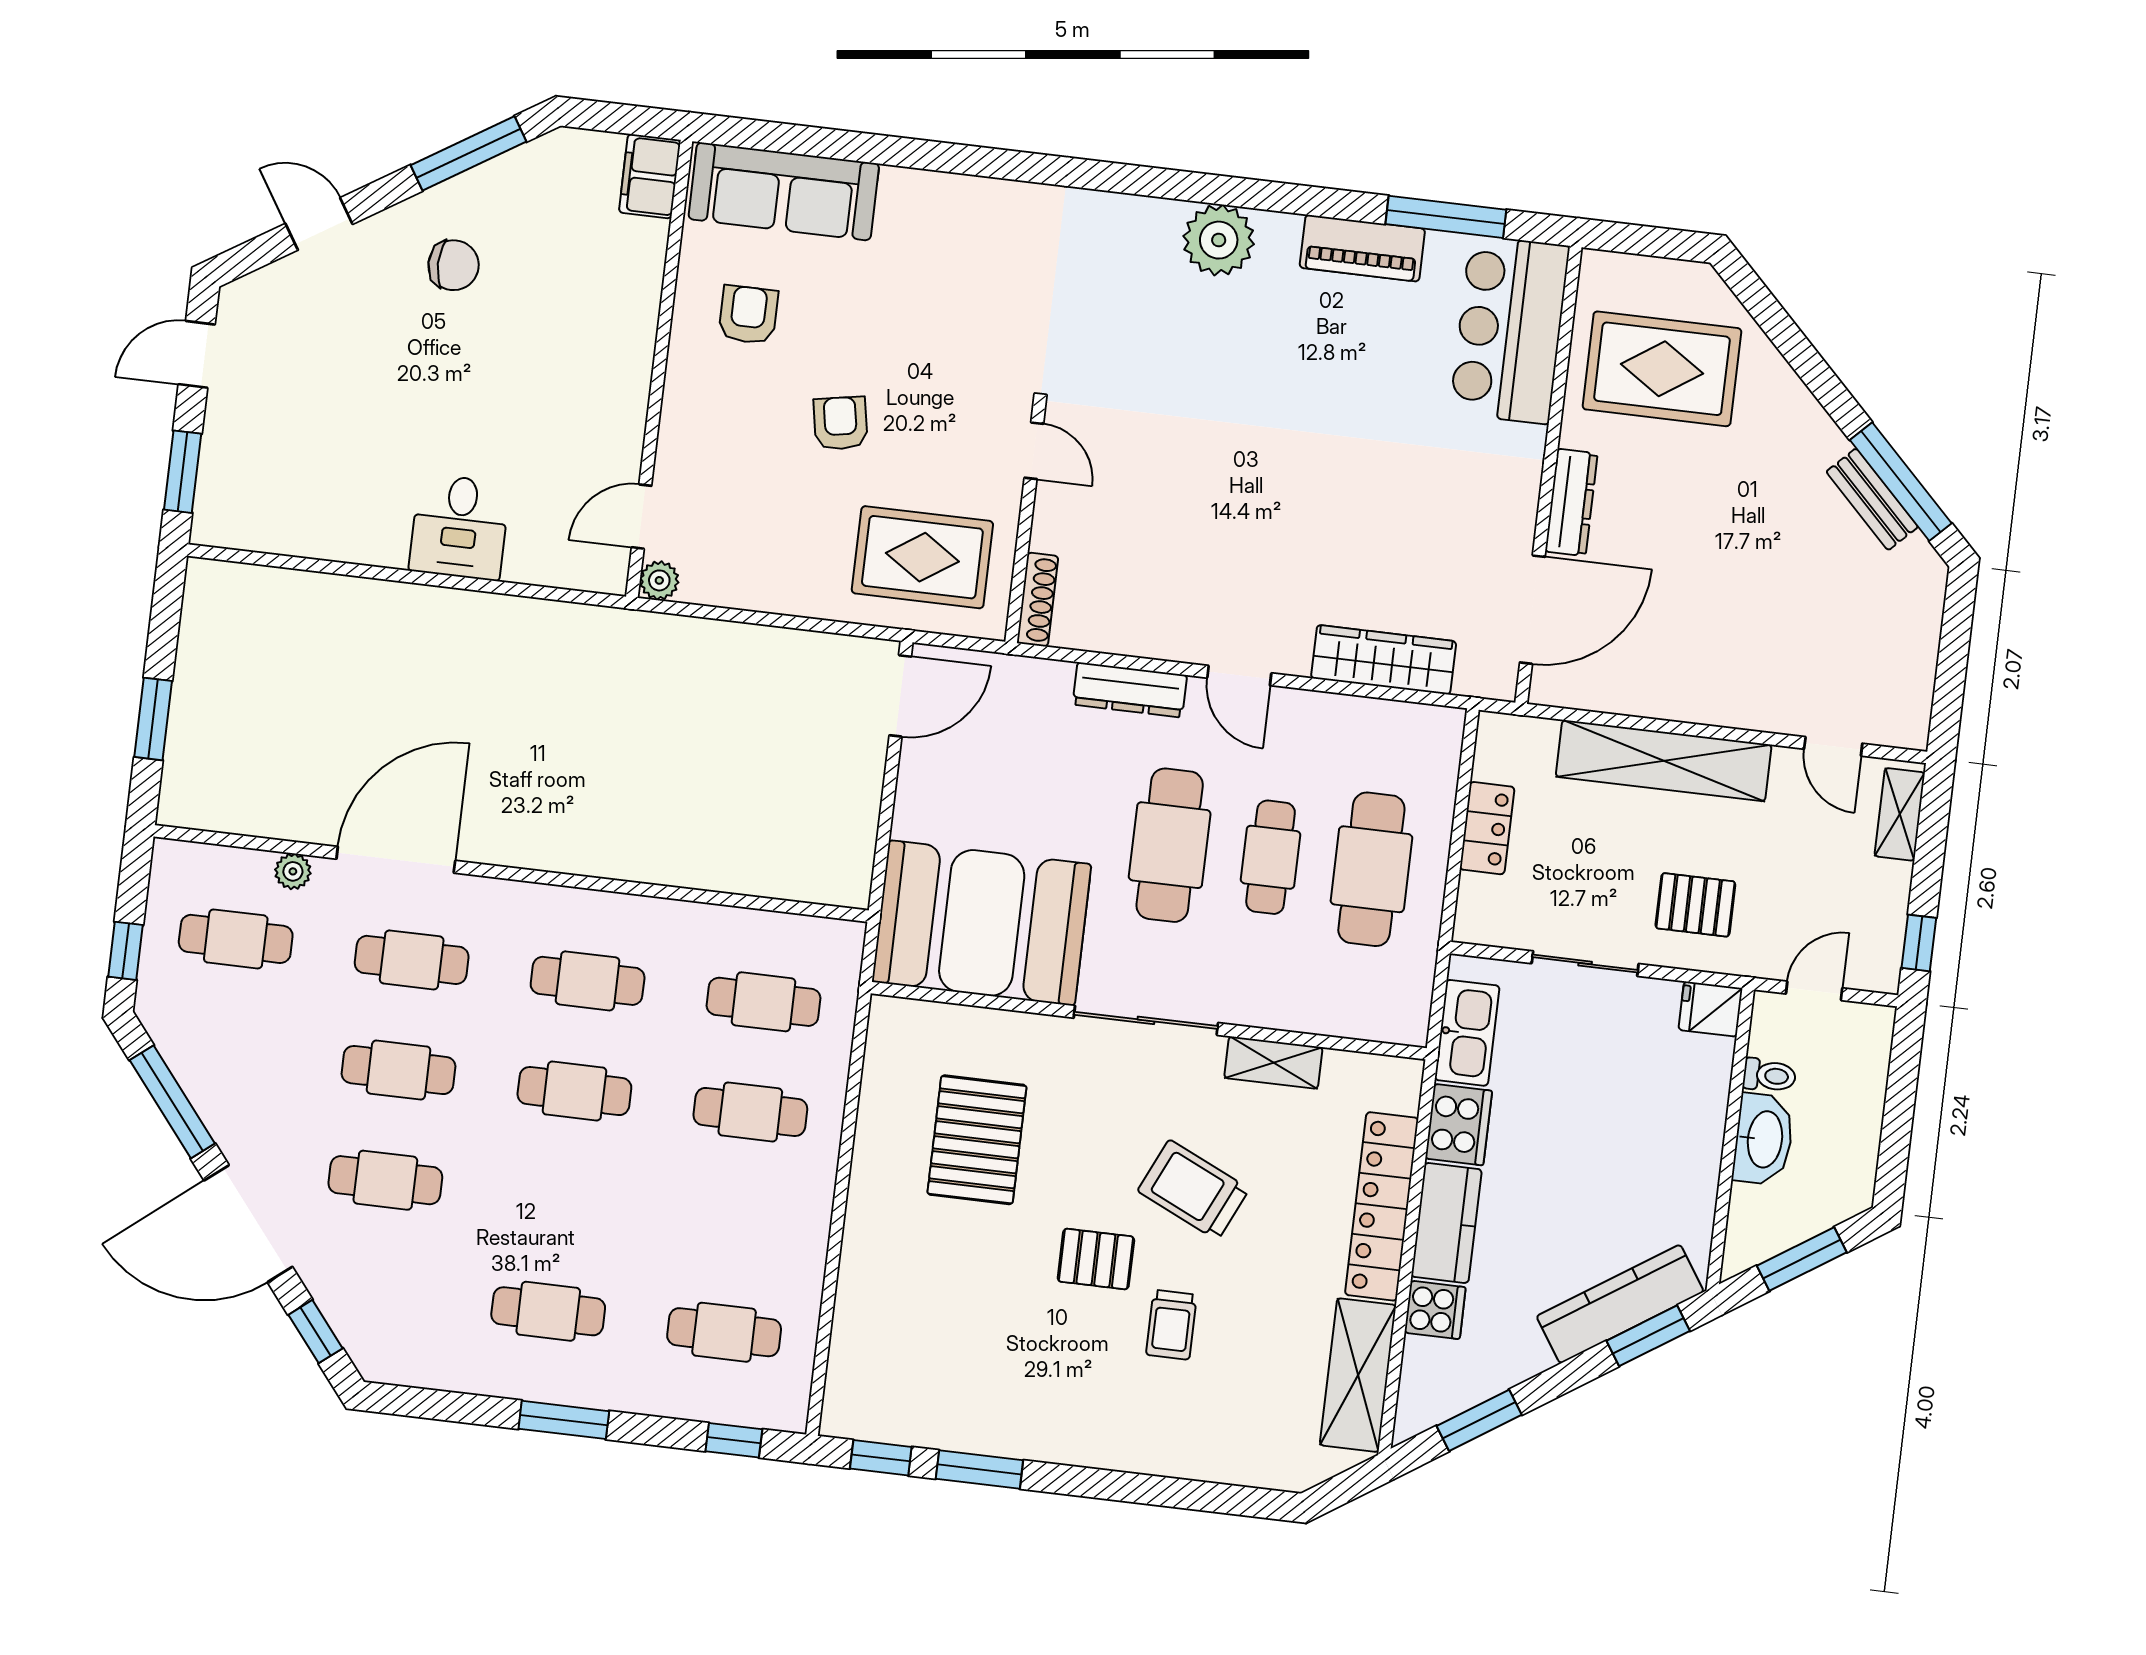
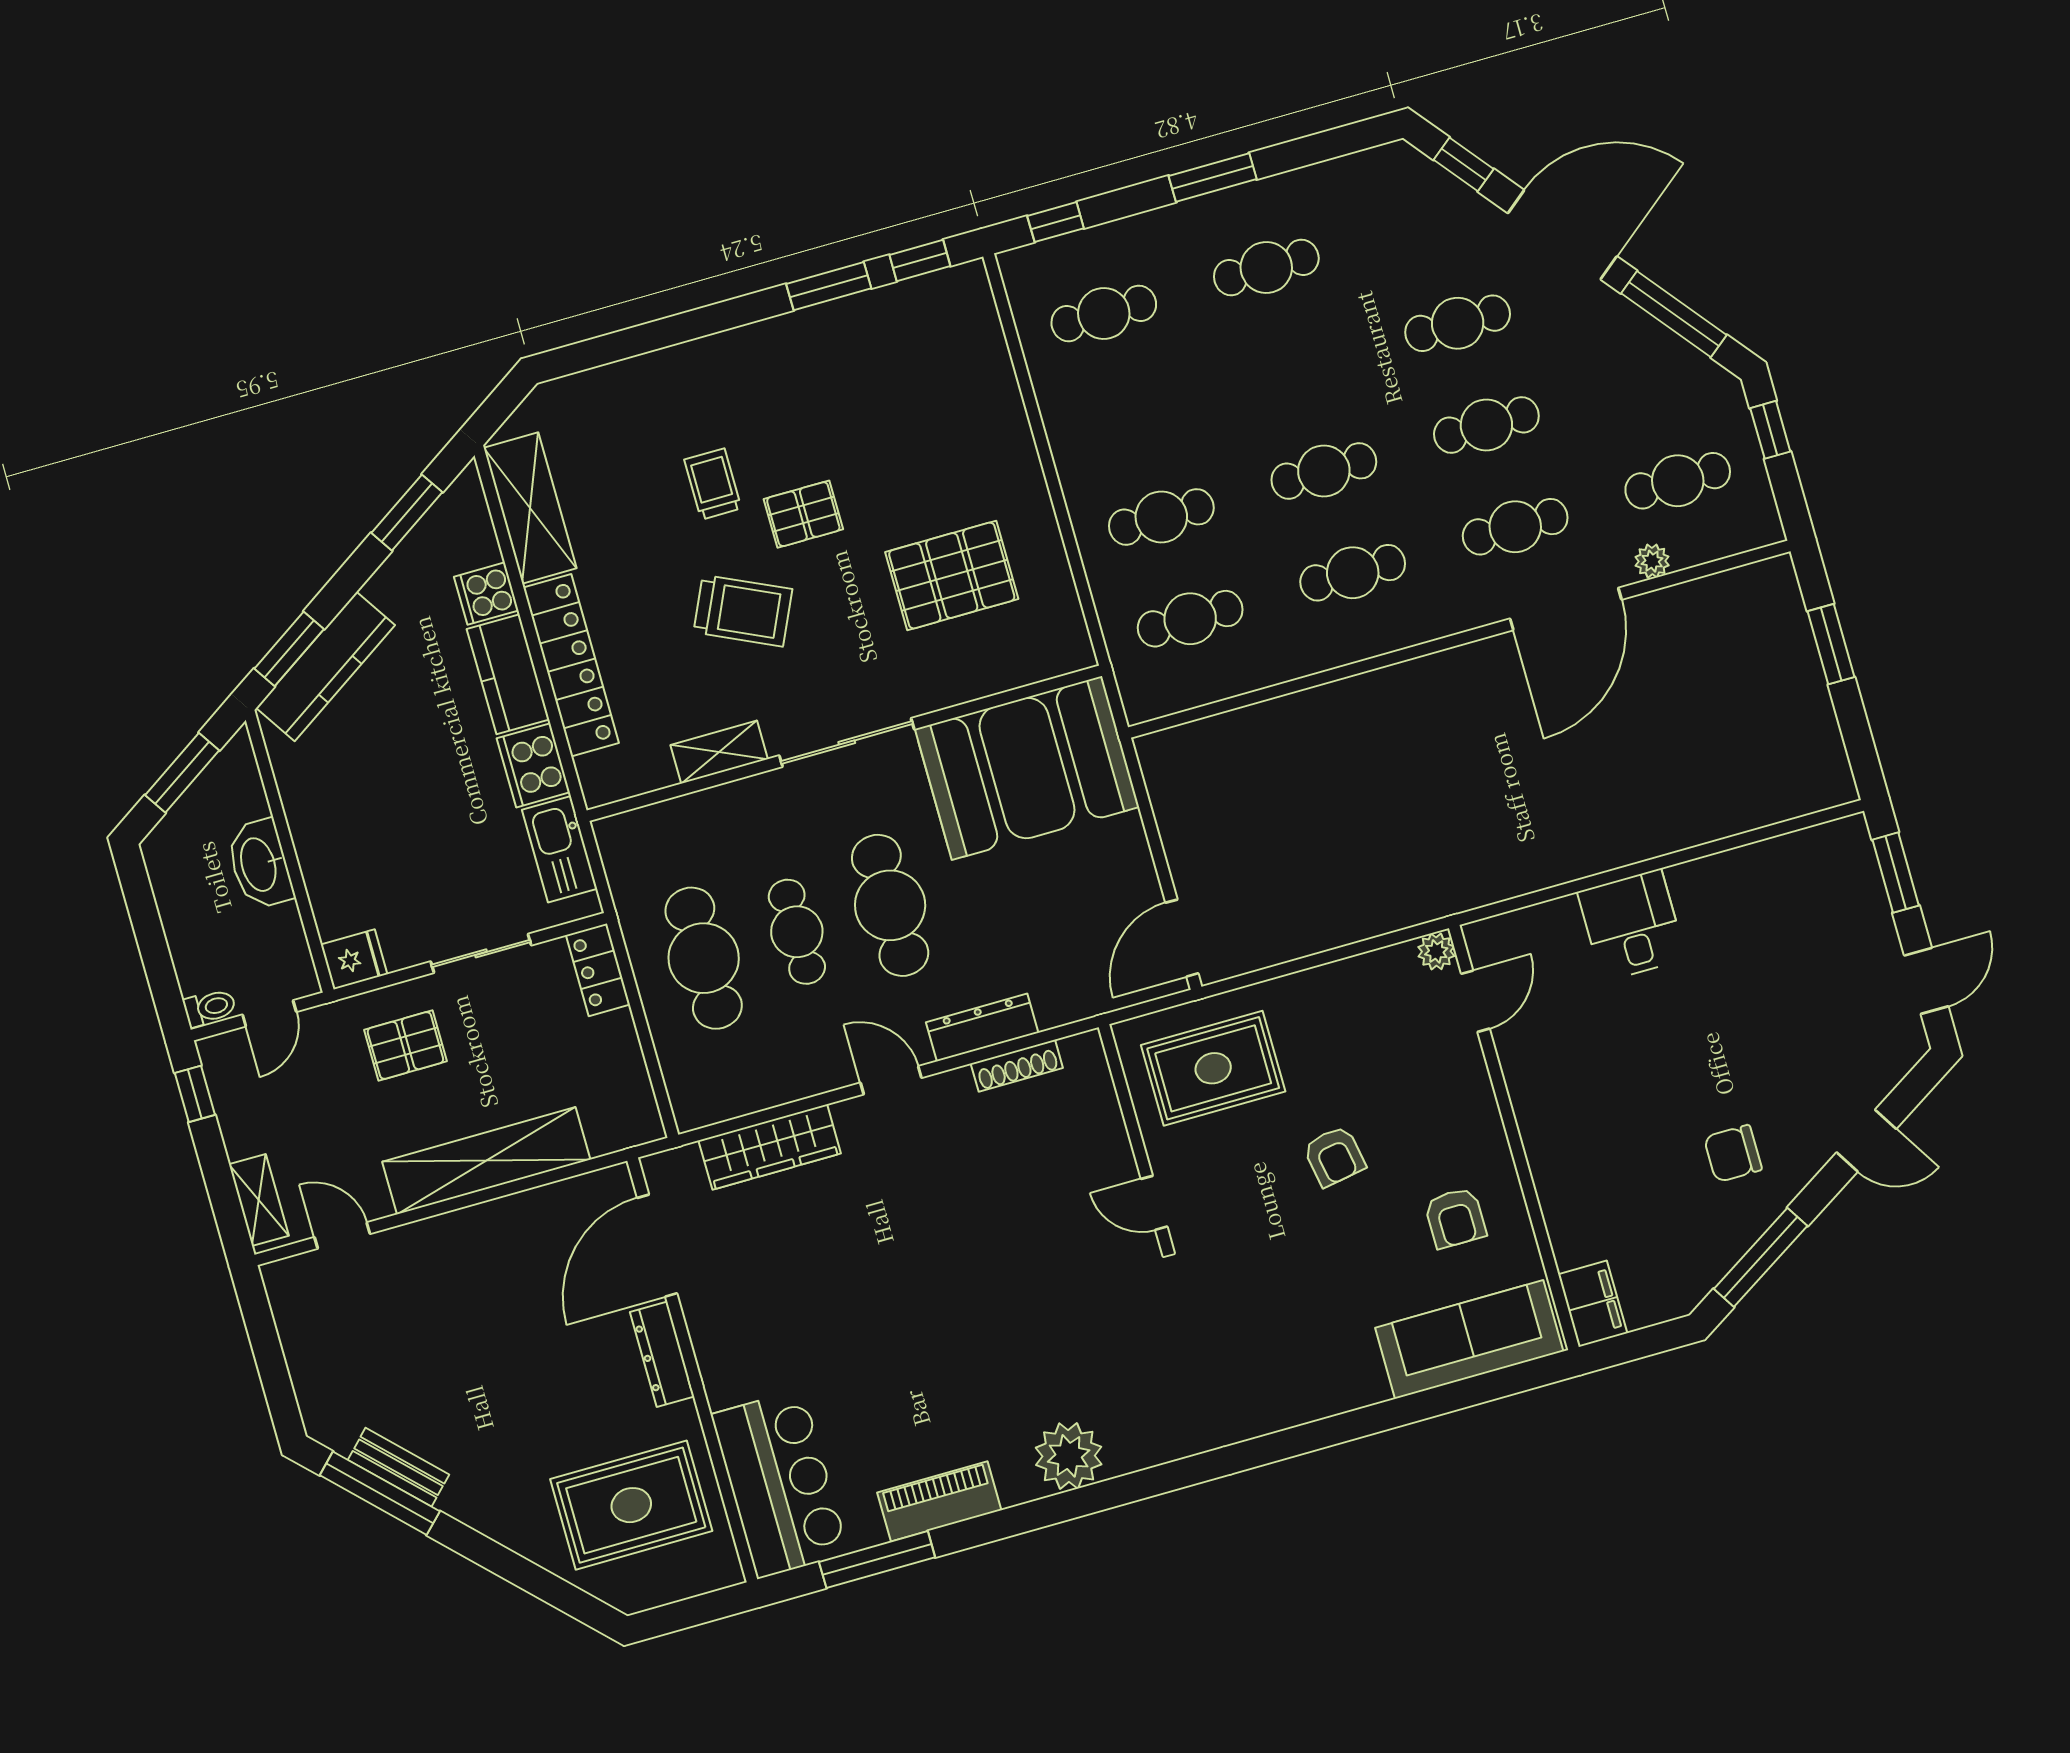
shoe rack: (1038, 600) -> (1017, 1066), moved, turned -90
locker: (1487, 828) -> (598, 970), moved
toilet: (1769, 1075) -> (210, 1007), moved, turned 180
pallet: (977, 1140) -> (952, 576), turned 90

